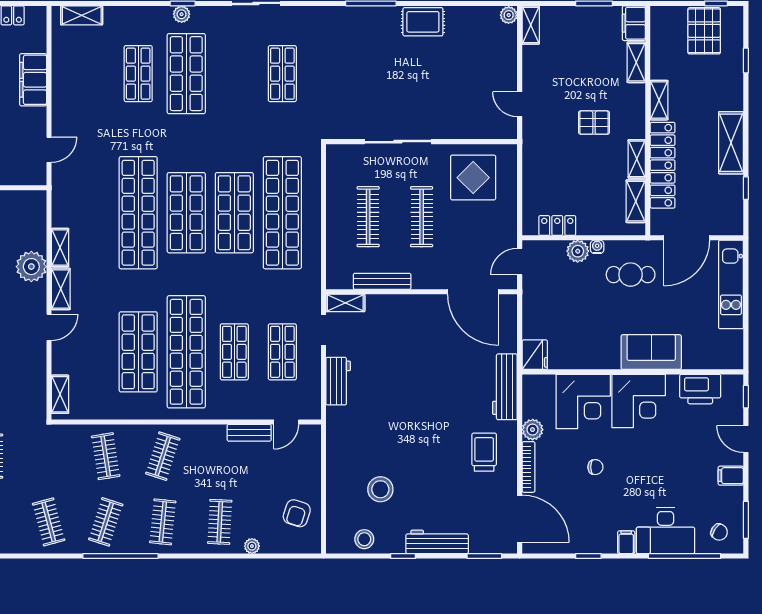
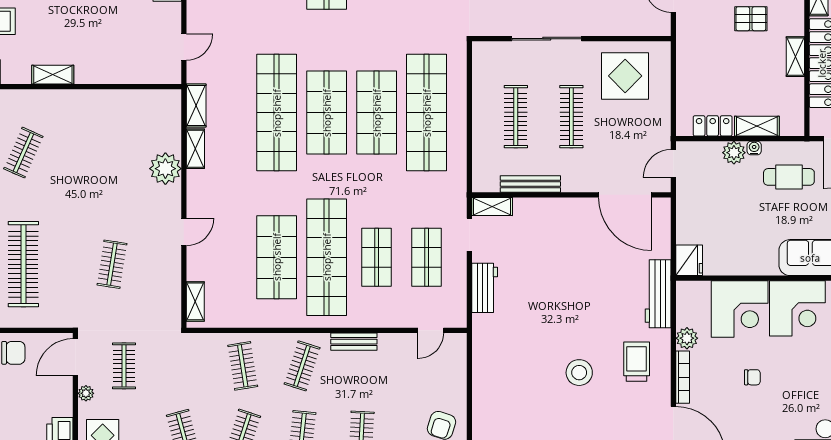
shelving: (636, 201) -> (757, 126), moved, turned 90
shelving: (61, 289) -> (196, 106), moved
bench: (249, 433) -> (354, 342), moved
stool: (380, 489) -> (579, 373), moved

